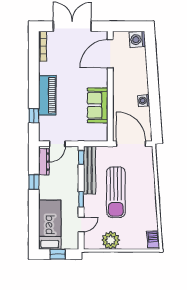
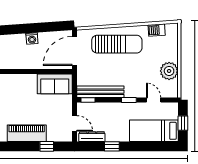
sofa: (98, 105) -> (55, 84), moved
sun lounger: (116, 192) -> (117, 44), moved
barbecue: (153, 239) -> (157, 30), moved

